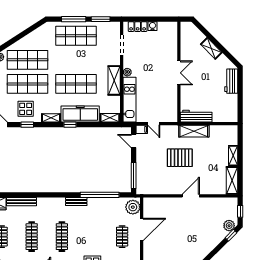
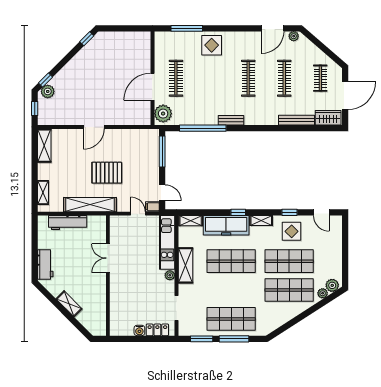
double door: (179, 73) -> (108, 258), moved
workbench: (196, 116) -> (68, 223), moved
shelving: (194, 131) -> (90, 205), width x1.47
shelving: (233, 156) -> (43, 192), moved
clothes rail: (122, 237) -> (176, 78), width x1.36

